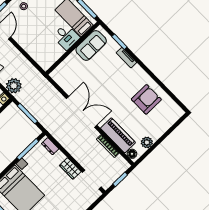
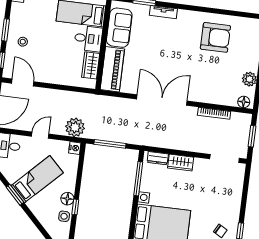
wardrobe: (54, 55) -> (91, 65), added
armchair: (146, 99) -> (215, 37), turned 90
piano: (118, 135) -> (112, 69), moved, turned 90
wardrobe: (70, 169) -> (181, 163), moved

